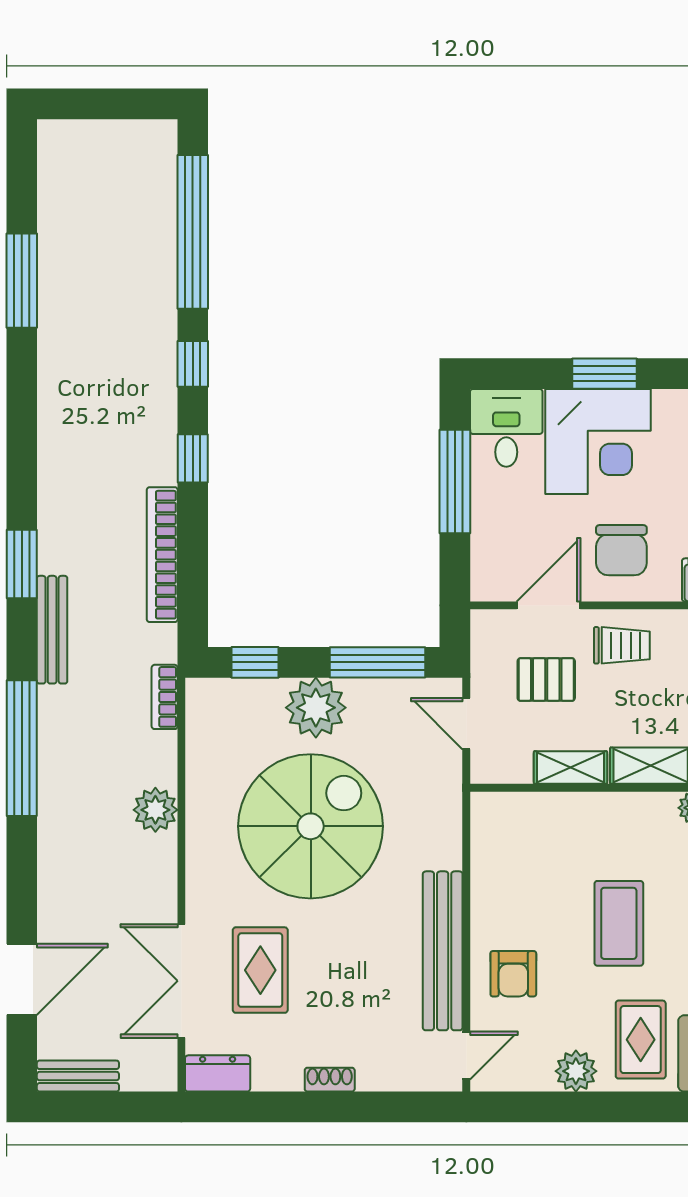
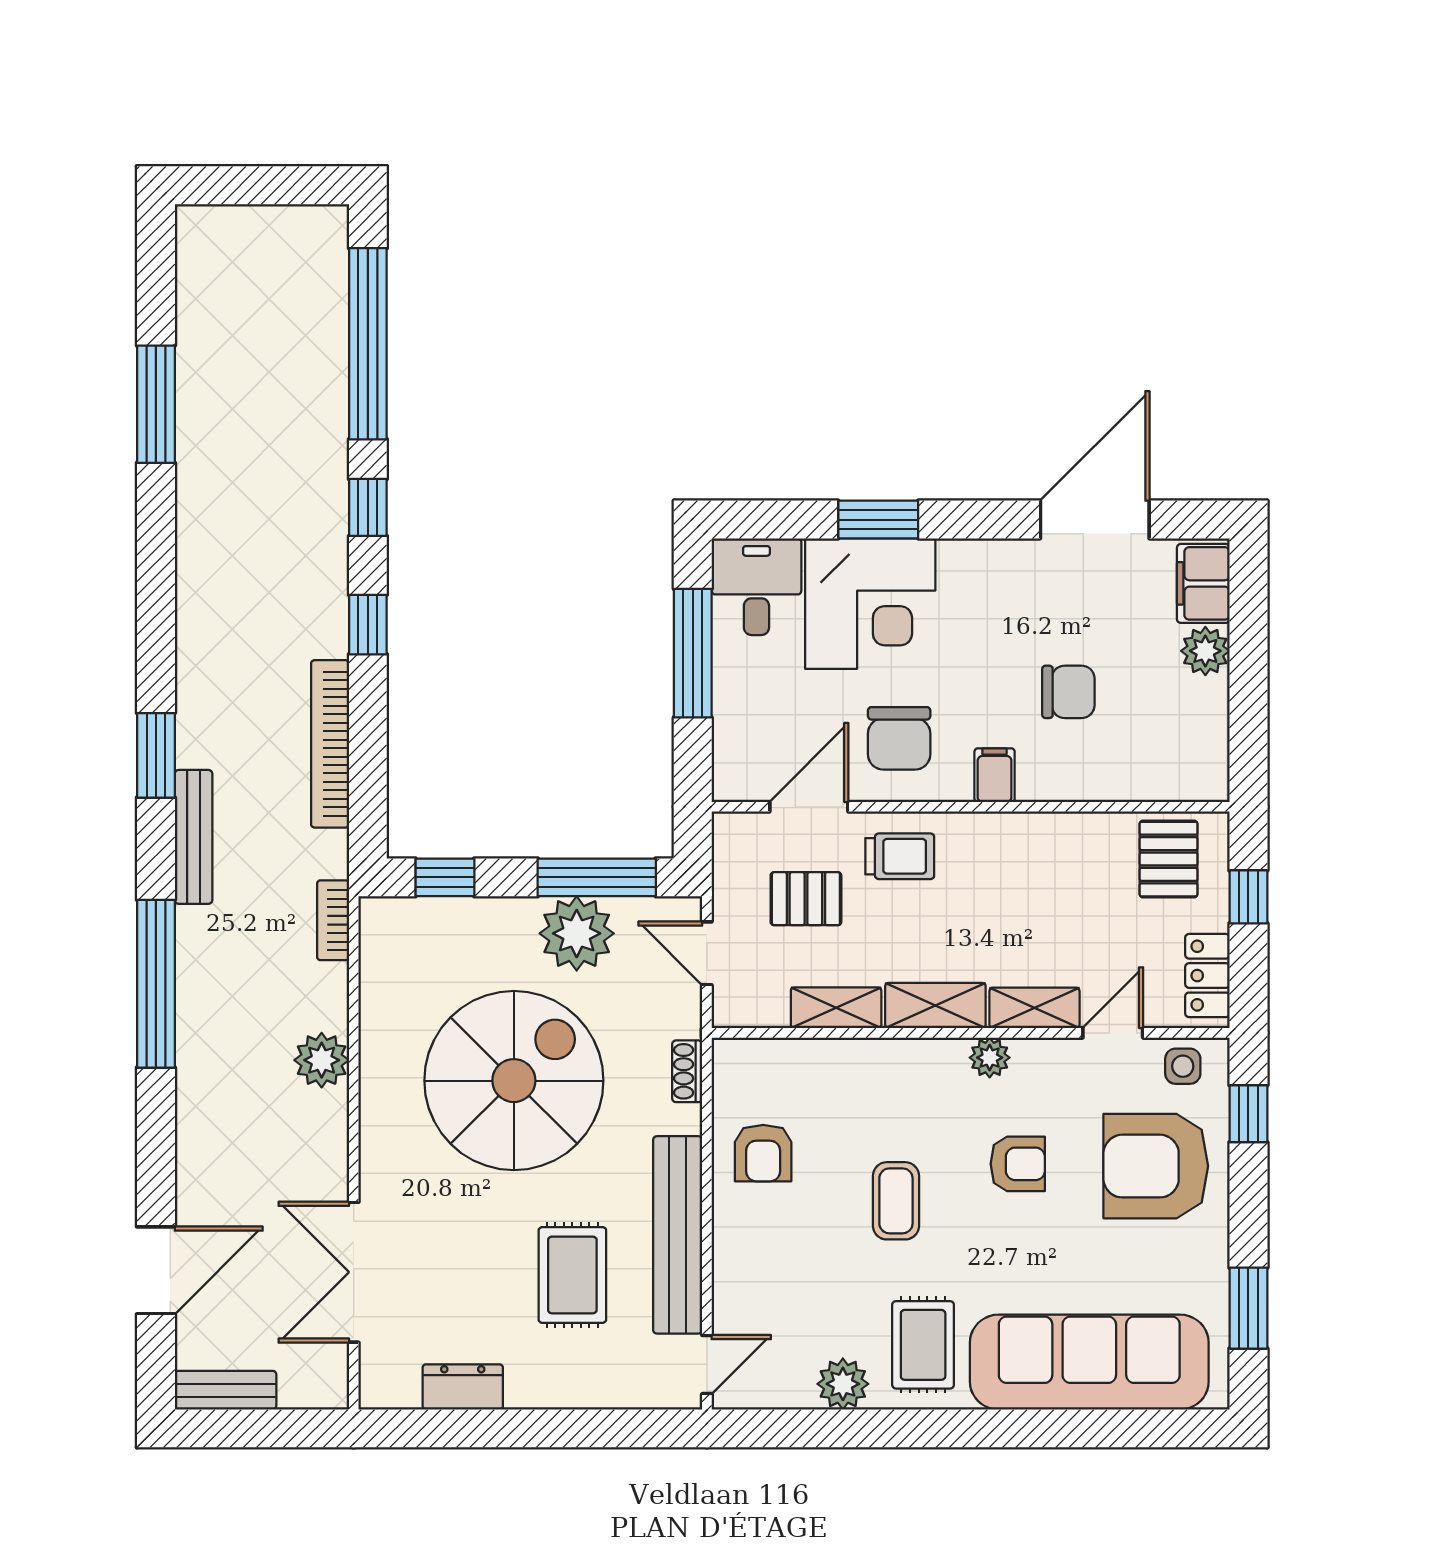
plant: (316, 708) -> (577, 933), moved
coffee table: (619, 923) -> (896, 1201), width x0.73, depth x0.77
rug: (260, 970) -> (572, 1275), moved
armchair: (513, 974) -> (763, 1153), moved
dresser: (218, 1073) -> (463, 1387), moved
shoe rack: (330, 1080) -> (687, 1071), moved, turned -90

